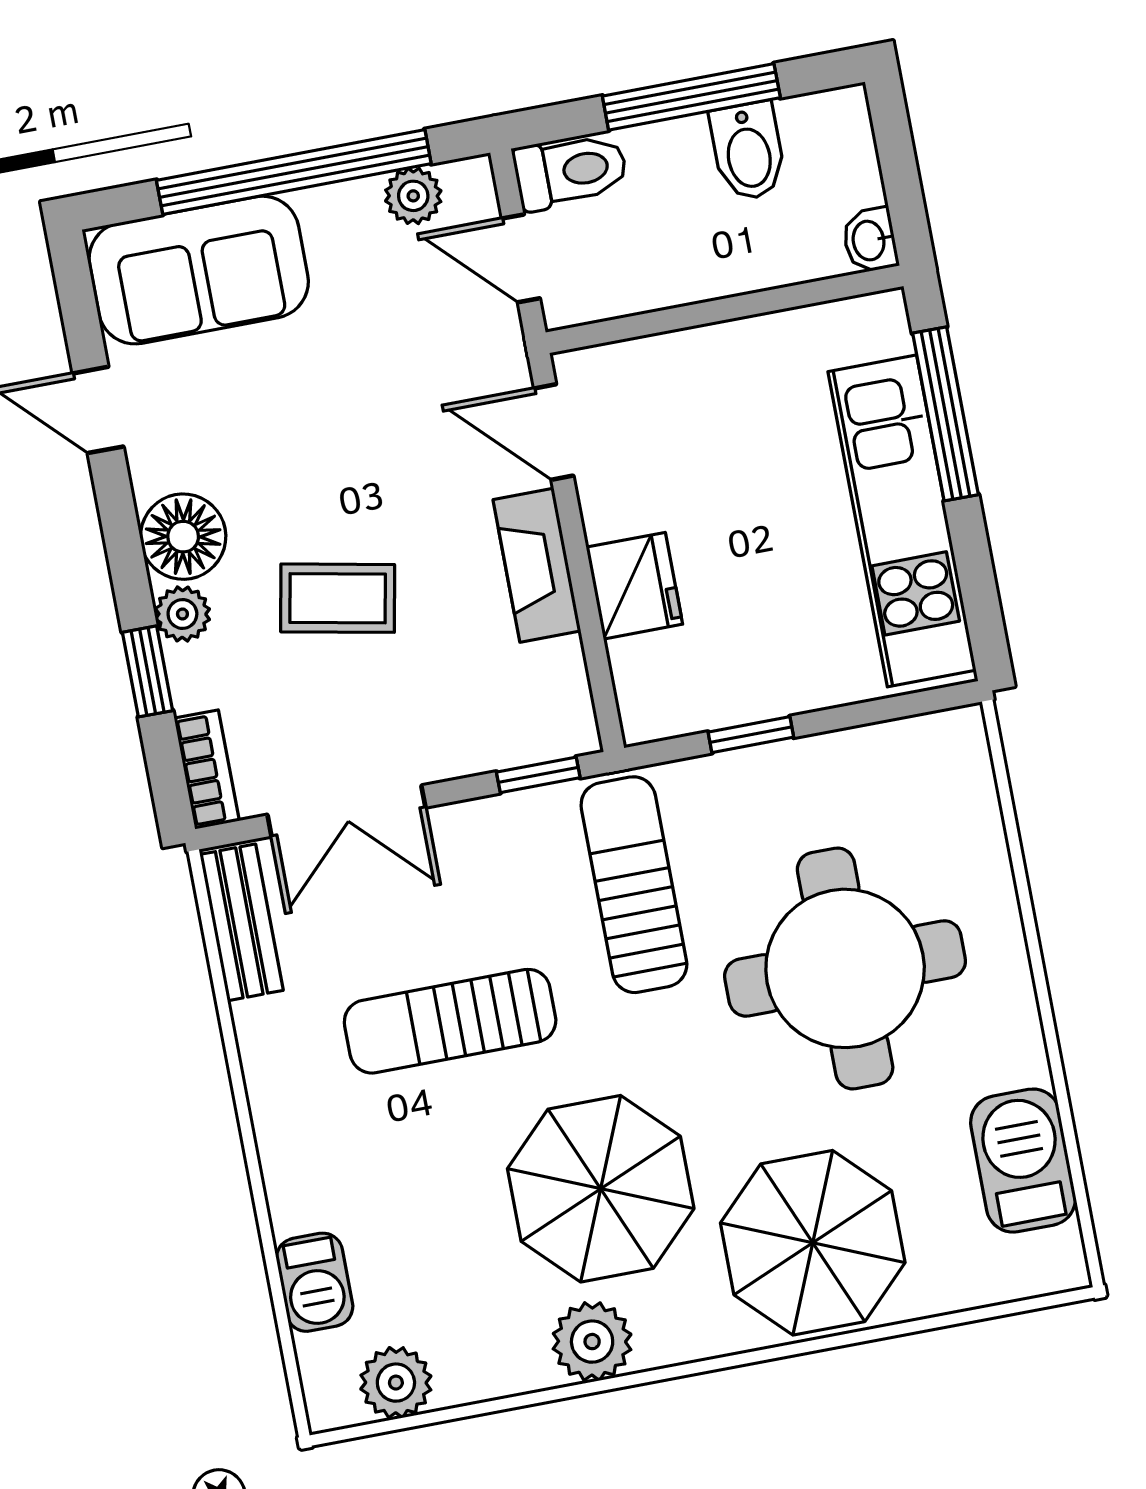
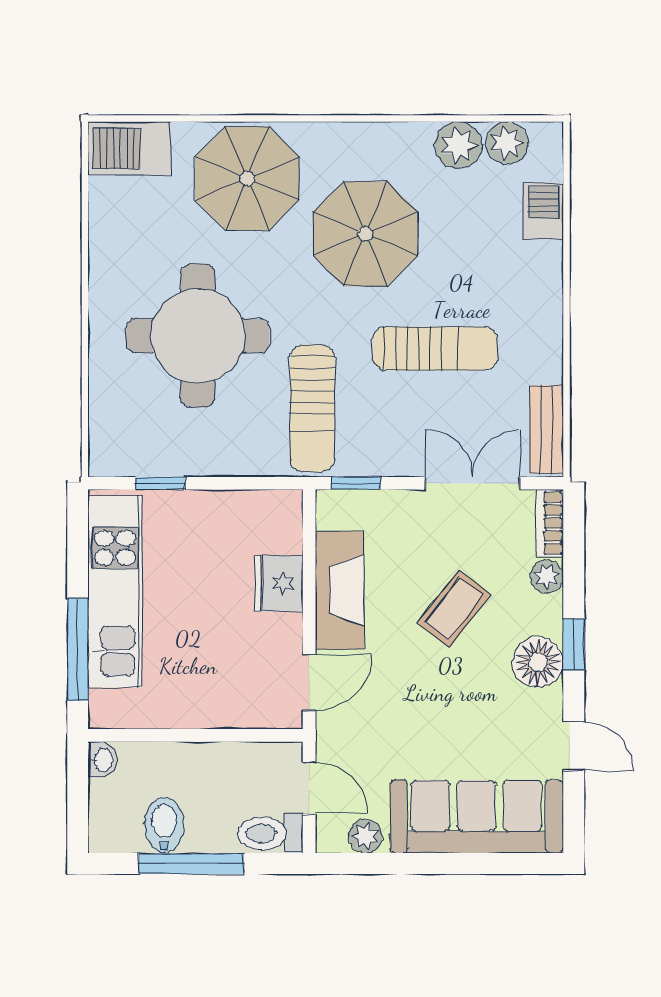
window: (294, 172) -> (433, 863), removed
sofa: (199, 270) -> (476, 817), width x1.36
door: (554, 432) -> (309, 682), hinge flipped
fireplace: (537, 565) -> (340, 590), width x1.37, depth x1.32
coffee table: (338, 598) -> (454, 609), turned -63
plant: (182, 614) -> (547, 577), moved
window: (148, 671) -> (574, 645), moved
window: (751, 735) -> (160, 483), moved
barbecue: (1023, 1161) -> (129, 148), moved, turned 90
plant: (592, 1342) -> (459, 145), moved

